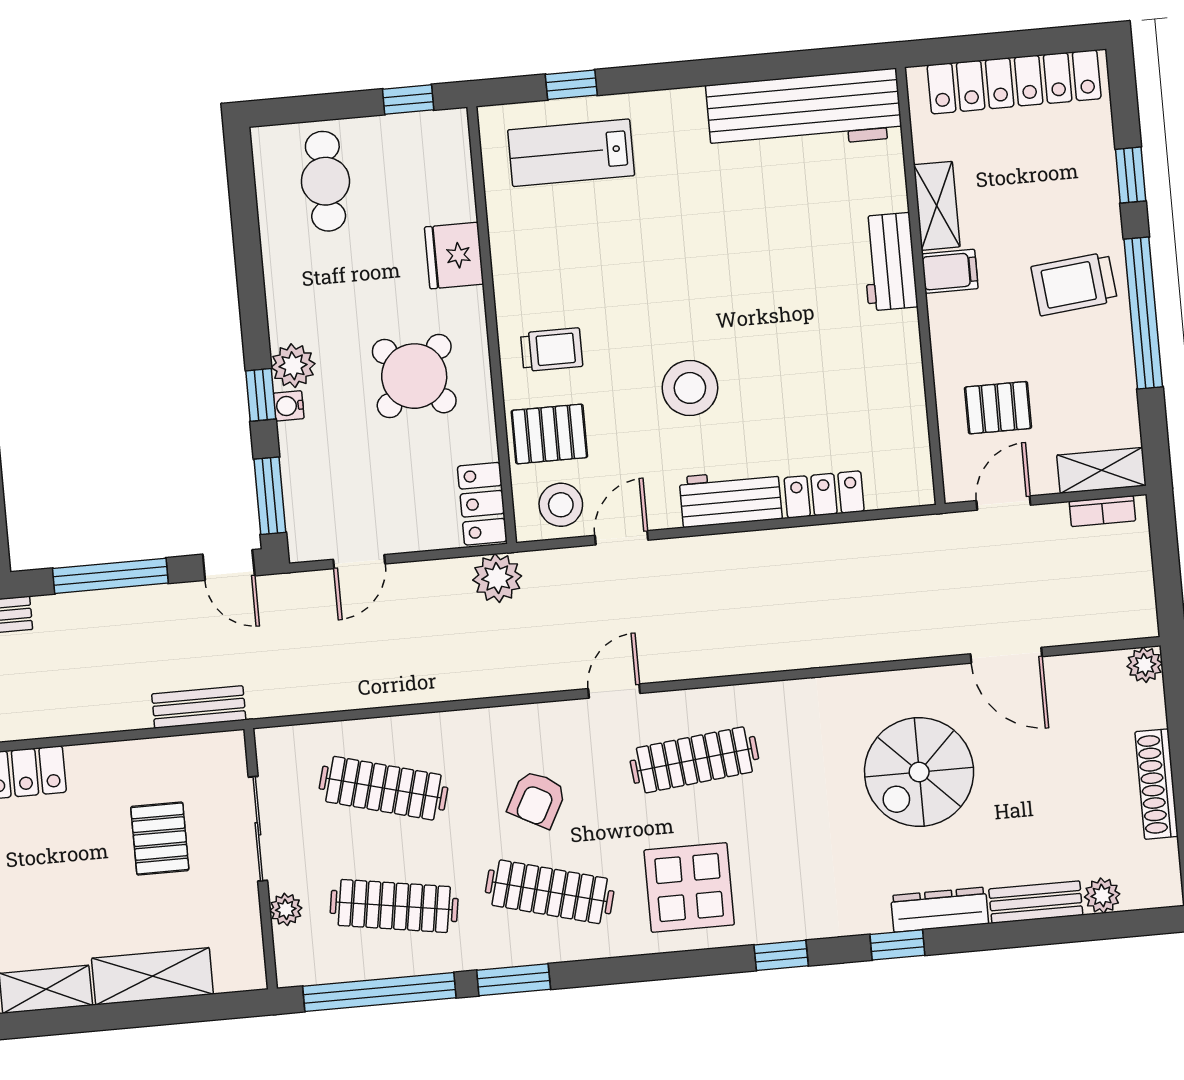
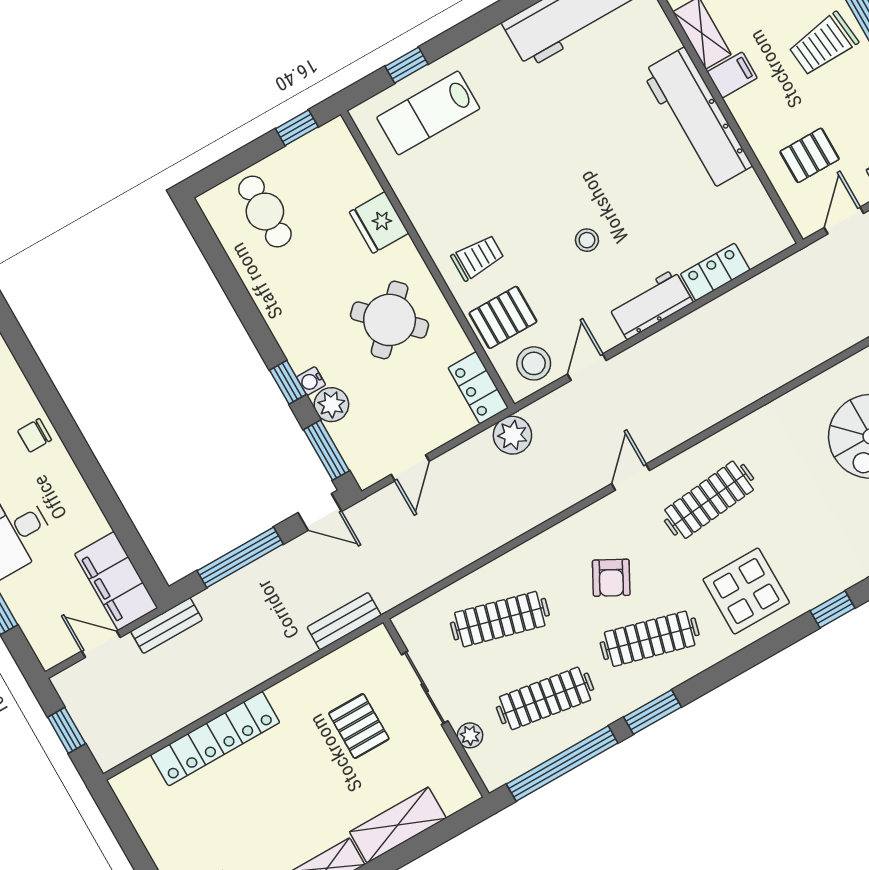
workbench: (889, 262) -> (697, 119), width x1.88, depth x1.32
plant: (293, 366) -> (331, 405), moved
stool: (690, 388) -> (587, 240), width x0.53, depth x0.53

